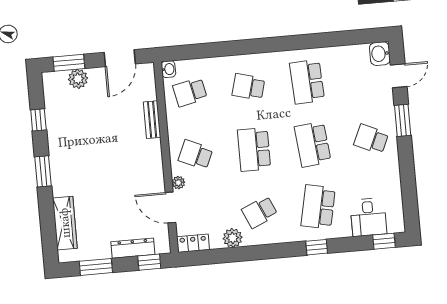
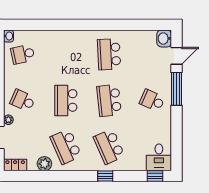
school desk: (248, 87) -> (66, 54), removed
window: (403, 120) -> (177, 89), width x1.44
school desk: (318, 207) -> (109, 147), turned -36
school desk: (260, 212) -> (66, 147), width x1.85
desk: (368, 217) -> (159, 157), moved

